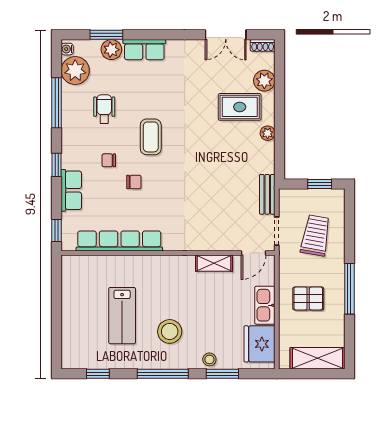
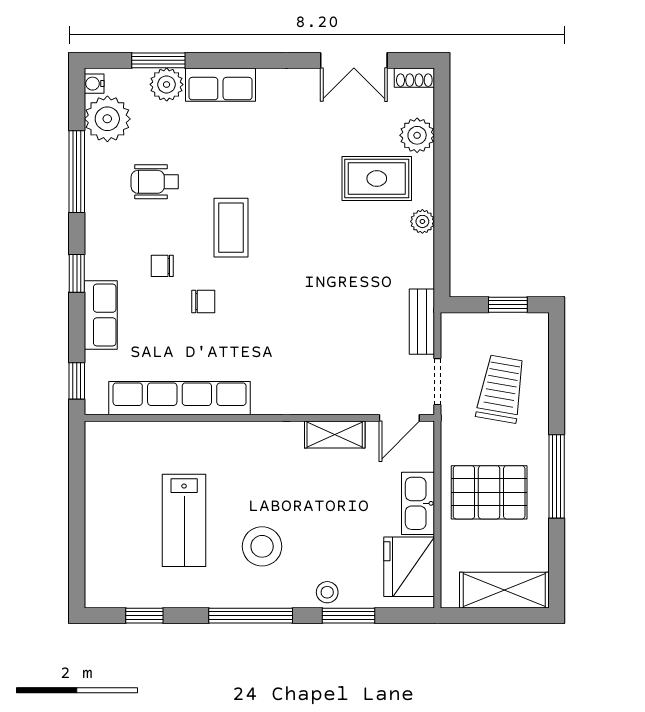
wheelchair: (104, 109) -> (155, 182), turned -90
pallet: (308, 298) -> (489, 492), width x1.50, depth x1.42

